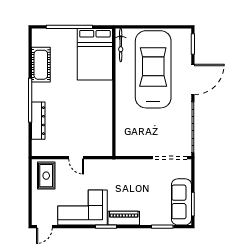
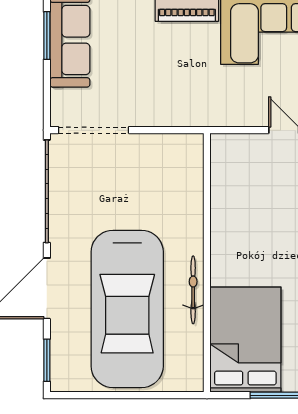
bicycle: (121, 45) -> (193, 290), moved

